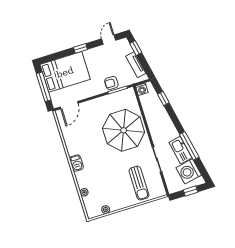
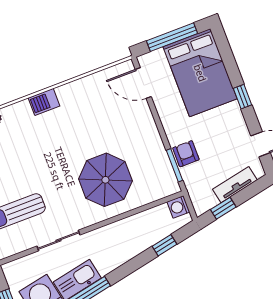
window: (136, 48) -> (223, 208), moved
tv unit: (136, 65) -> (235, 185), moved
parasol: (124, 130) -> (105, 180), width x0.73, depth x0.73

